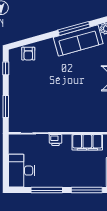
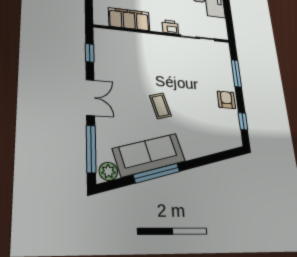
armchair: (28, 54) -> (226, 100), moved
coffee table: (68, 76) -> (160, 106), added

